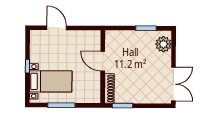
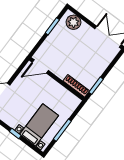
door: (103, 61) -> (40, 66), moved

